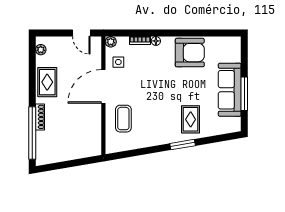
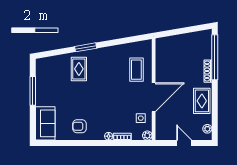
door: (81, 33) -> (184, 143), moved
armchair: (190, 53) -> (80, 126), width x0.53, depth x0.53
sofa: (230, 90) -> (45, 123), moved, width x0.73

